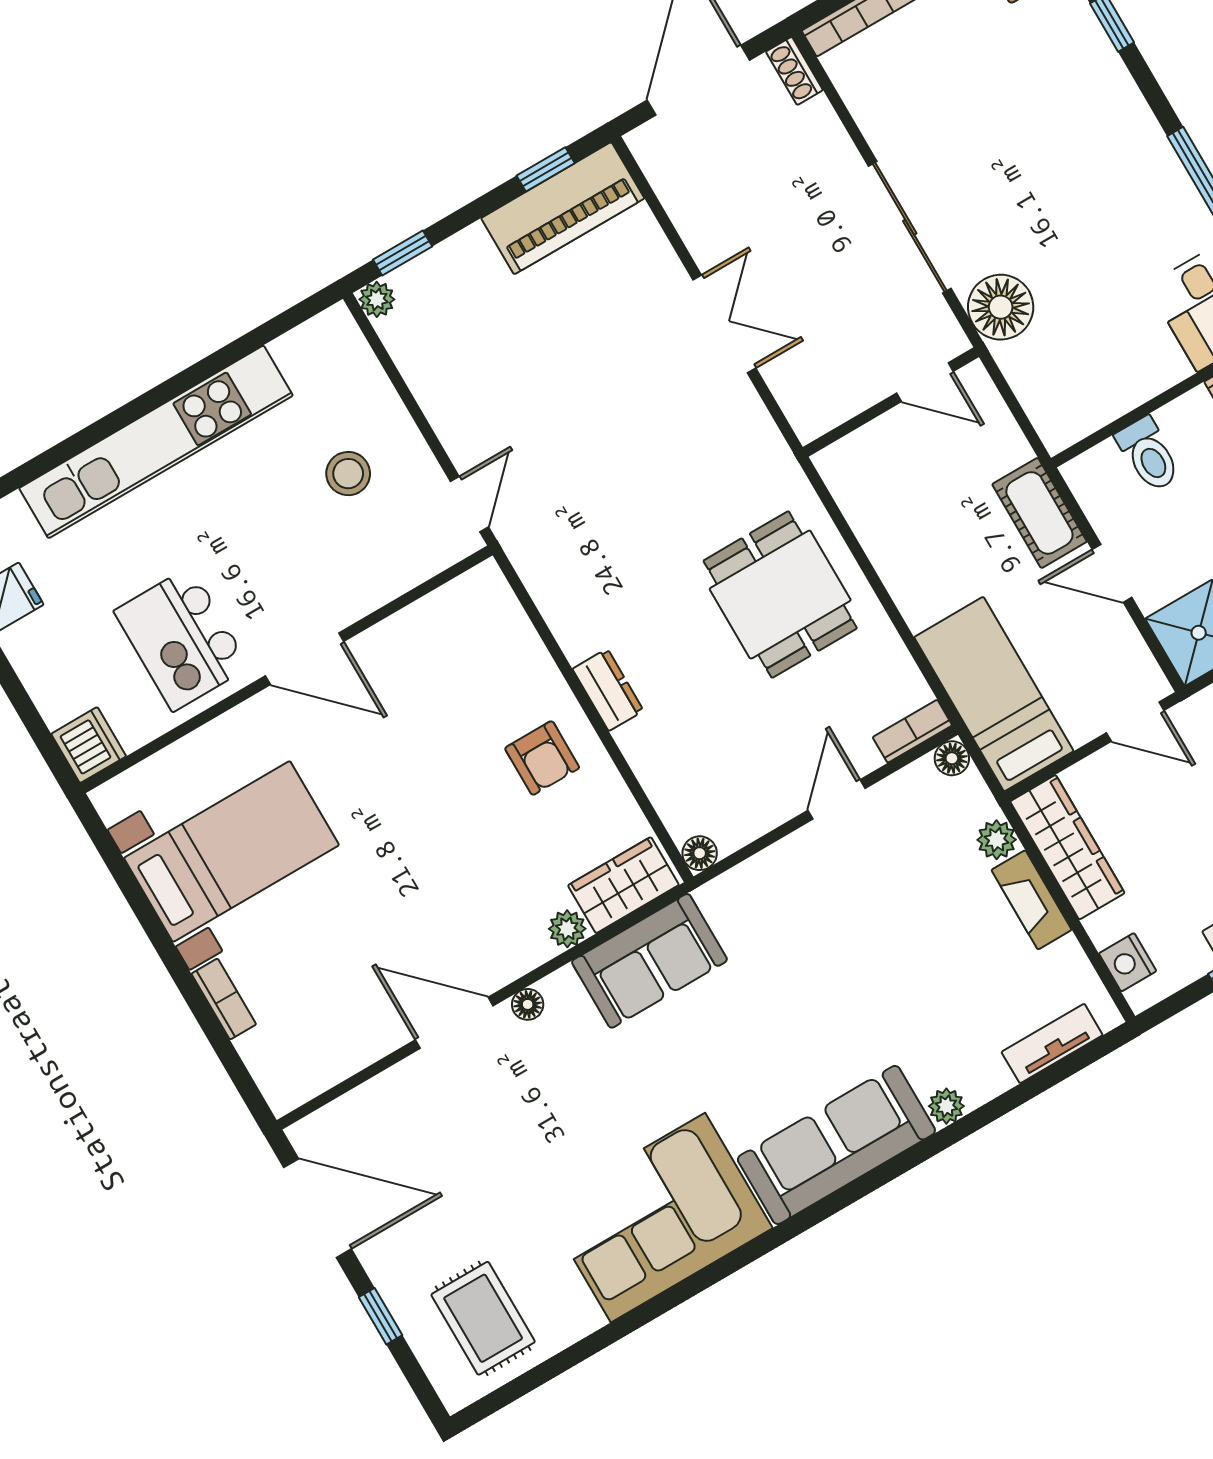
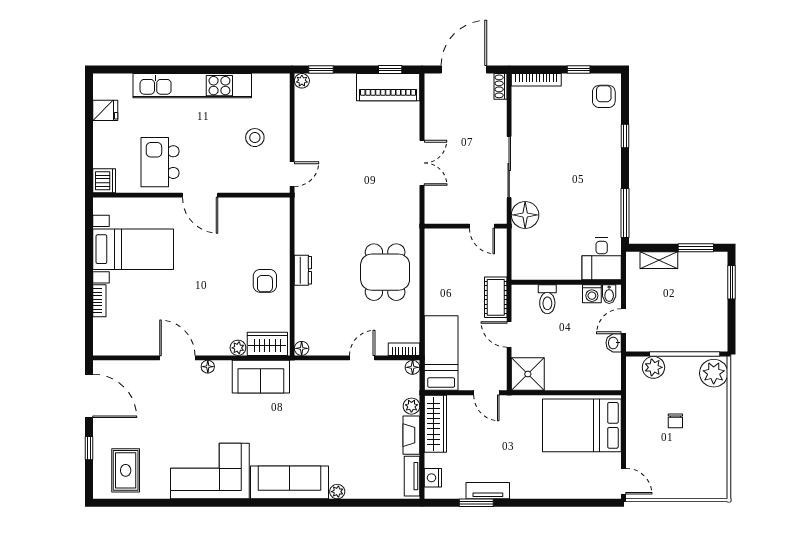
tv unit: (1052, 1044) -> (412, 476), moved, turned -90

